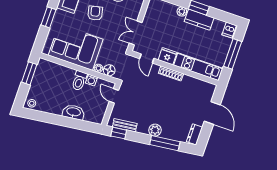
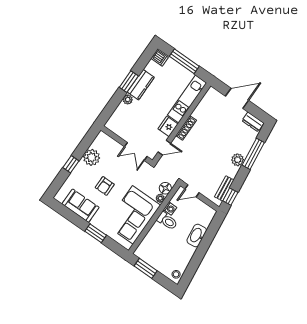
armchair: (95, 13) -> (105, 186), turned -77

